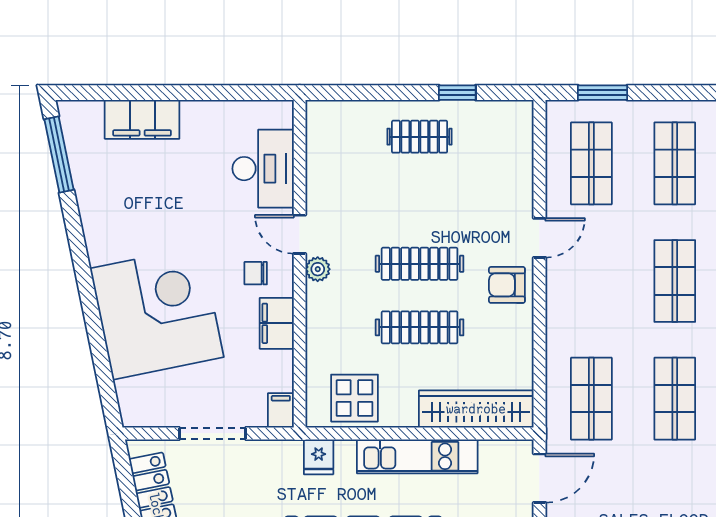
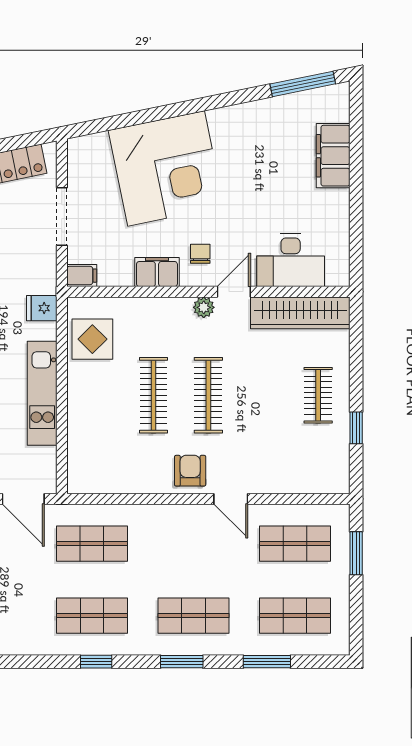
wardrobe: (476, 409) -> (300, 313), moved, turned 90

